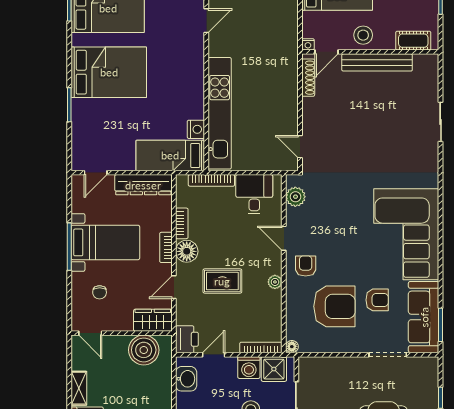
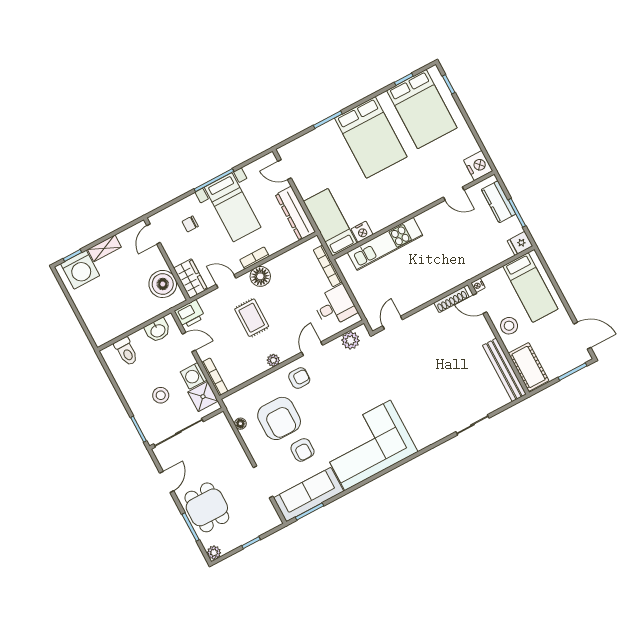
cot: (413, 41) -> (529, 367), width x1.37, depth x1.34
bench: (377, 62) -> (504, 370), moved
kitchen unit: (220, 113) -> (385, 244), width x0.73
bookcase: (182, 223) -> (281, 261), removed
floor lamp: (292, 347) -> (240, 424), moved

